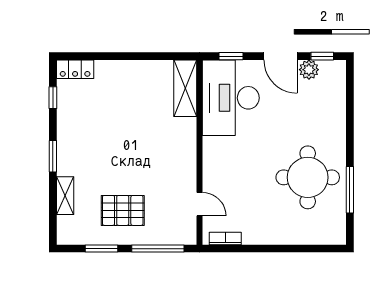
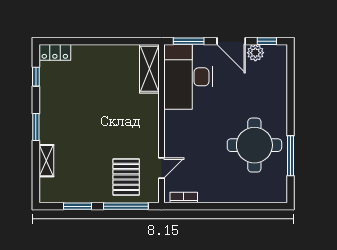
window: (231, 56) -> (189, 41), width x1.50
door: (199, 204) -> (162, 168), hinge flipped
pallet: (123, 210) -> (126, 177), moved, turned 90

